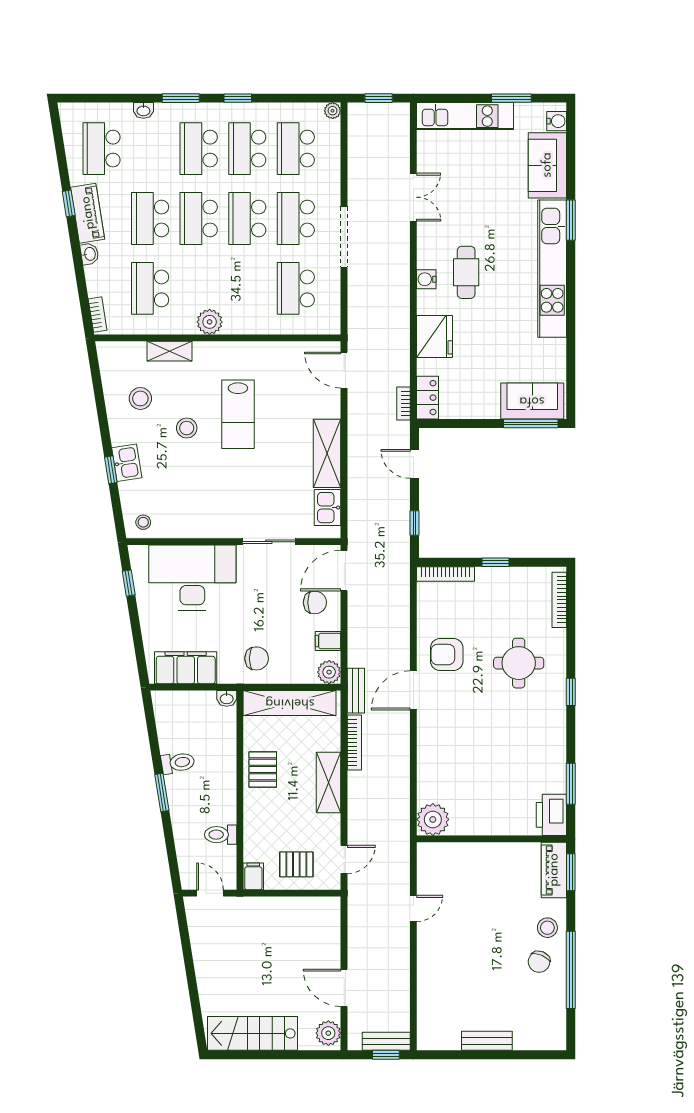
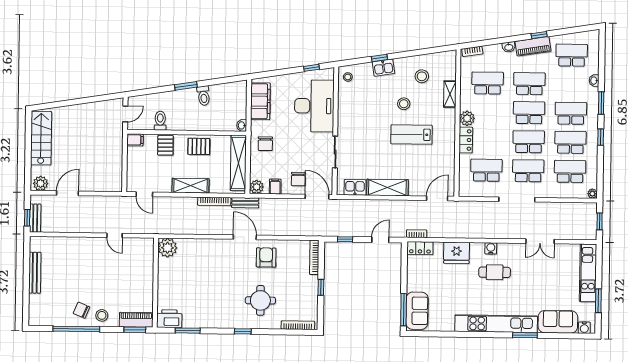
locker: (246, 324) -> (466, 140), added
pallet: (296, 864) -> (165, 145), moved
bench: (487, 1041) -> (35, 273), width x1.36

